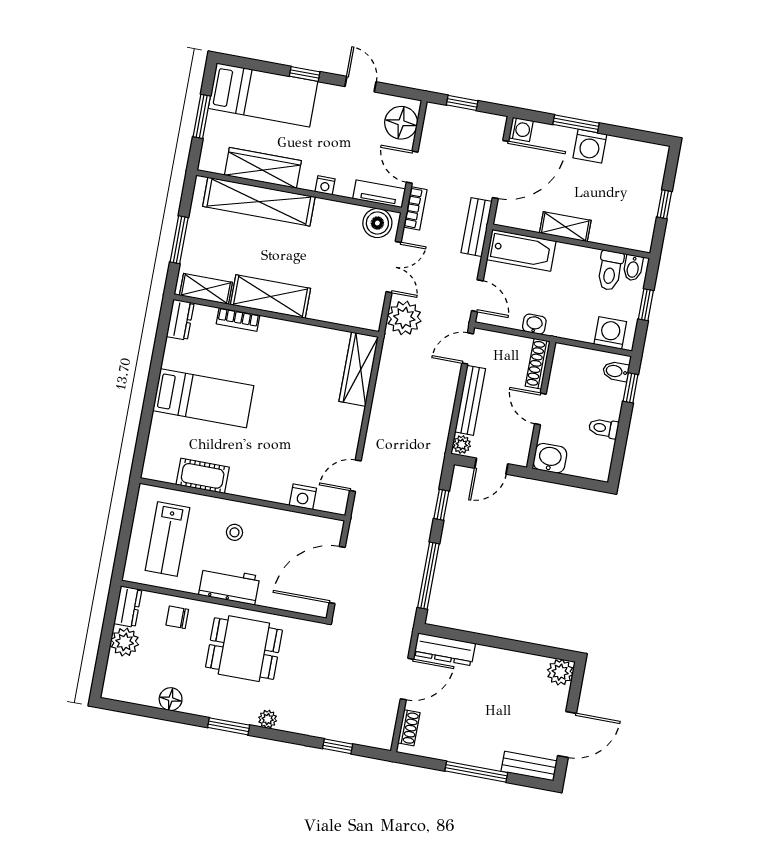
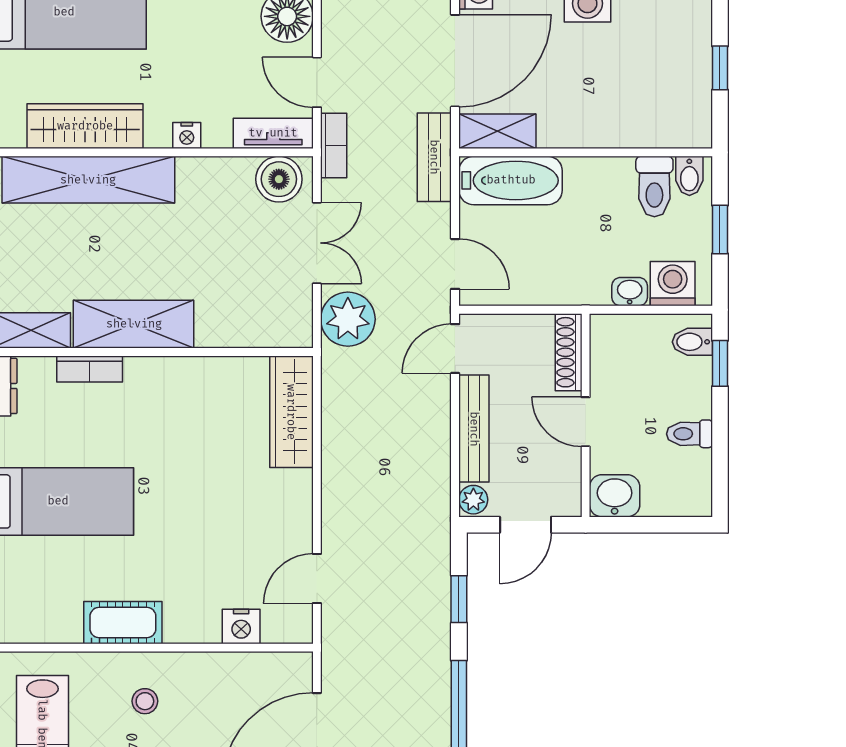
shelving: (565, 227) -> (497, 131), moved
washbasin: (534, 324) -> (630, 292), moved
cot: (203, 476) -> (123, 623), moved

